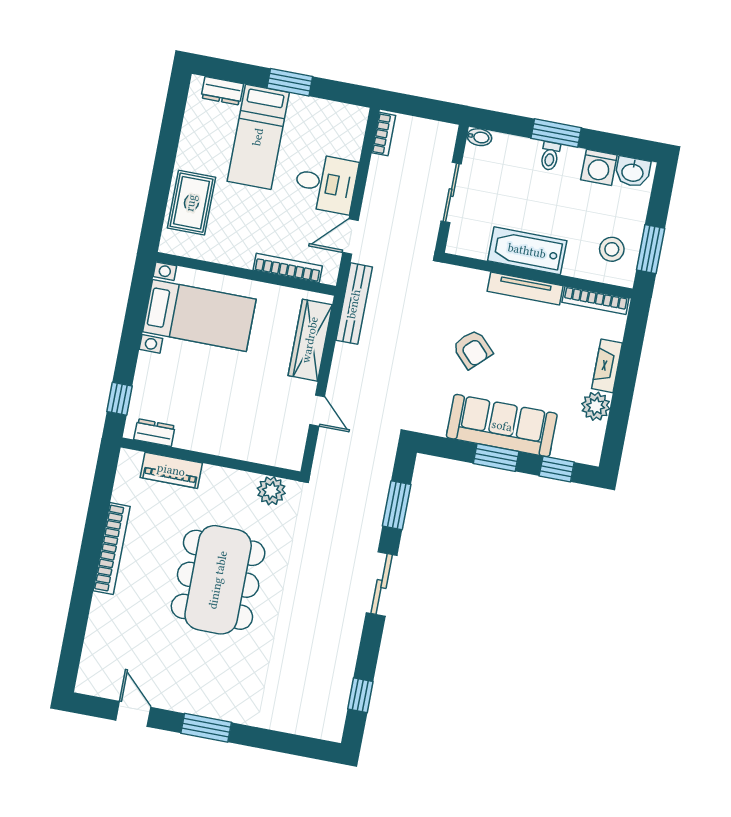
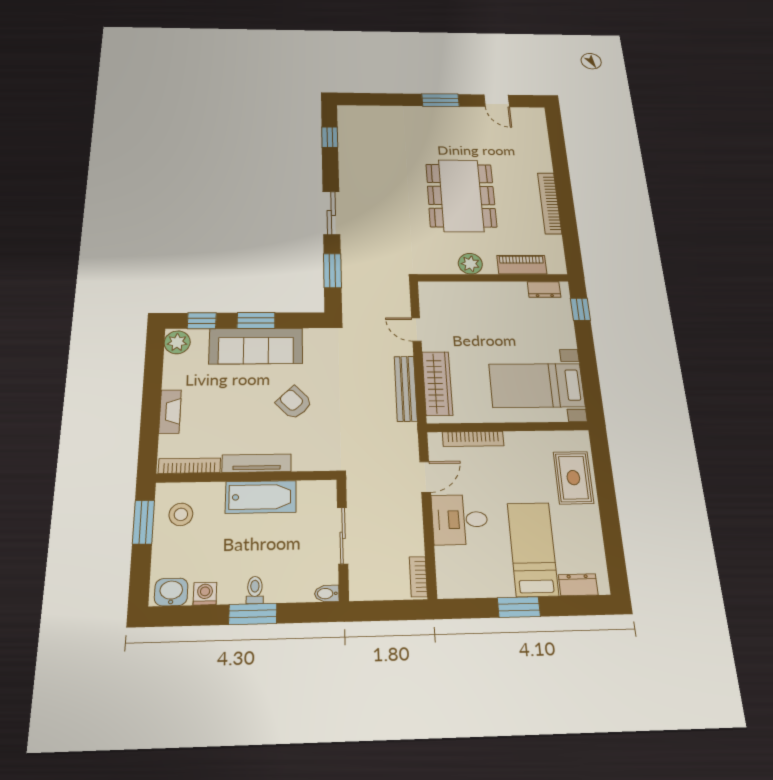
washing machine: (599, 167) -> (205, 594), width x0.73, depth x0.73
bench: (354, 304) -> (406, 389), moved
plant: (596, 406) -> (177, 342), moved
plant: (271, 491) -> (470, 264), moved

